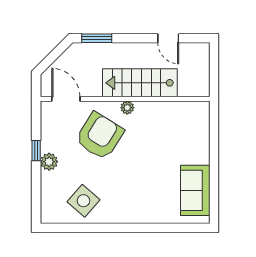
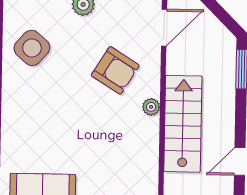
armchair: (100, 136) -> (115, 70), width x0.73, depth x0.73

